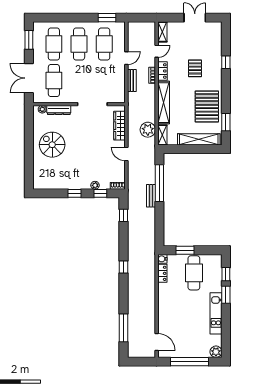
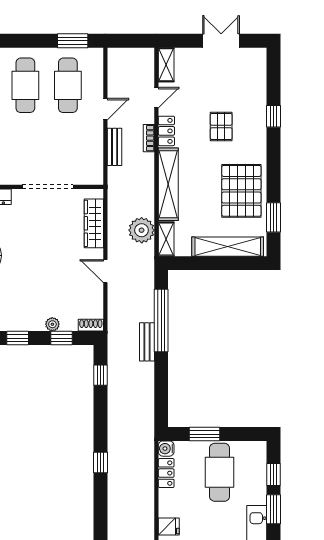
fridge: (164, 305) -> (169, 527), added

